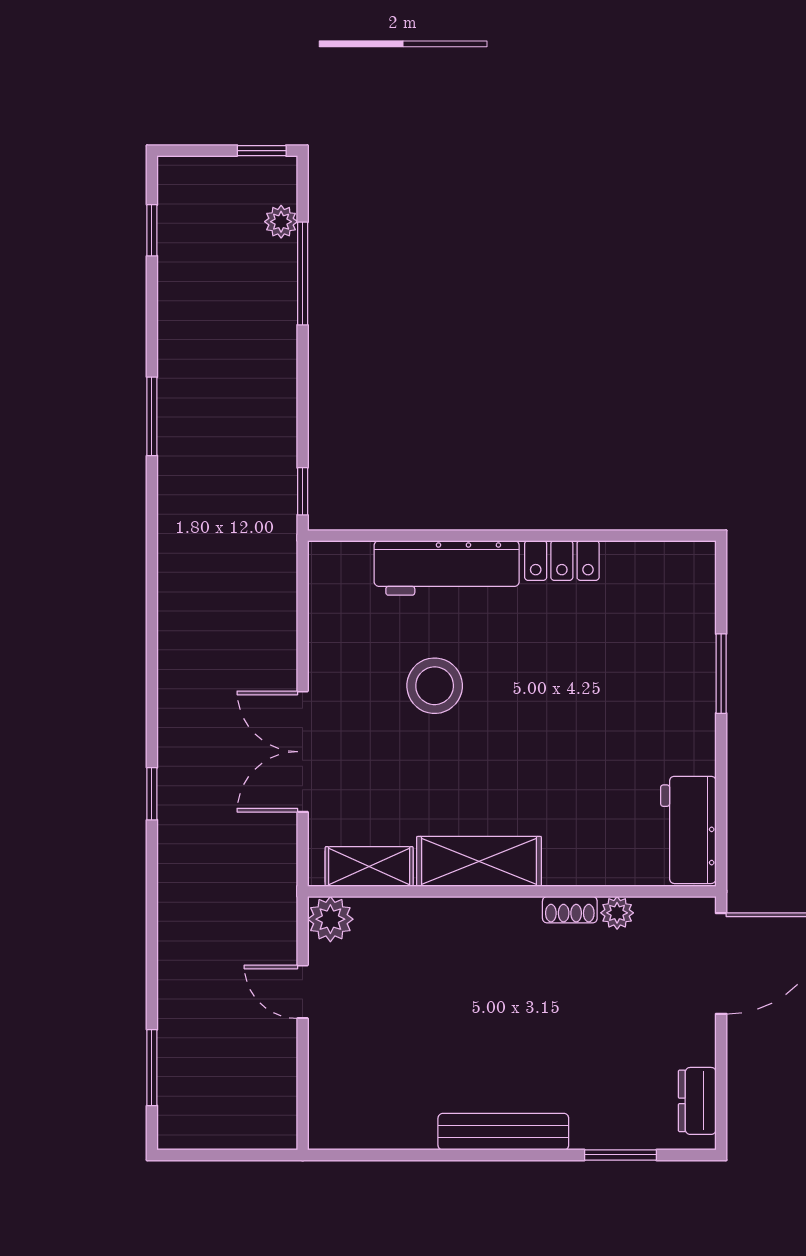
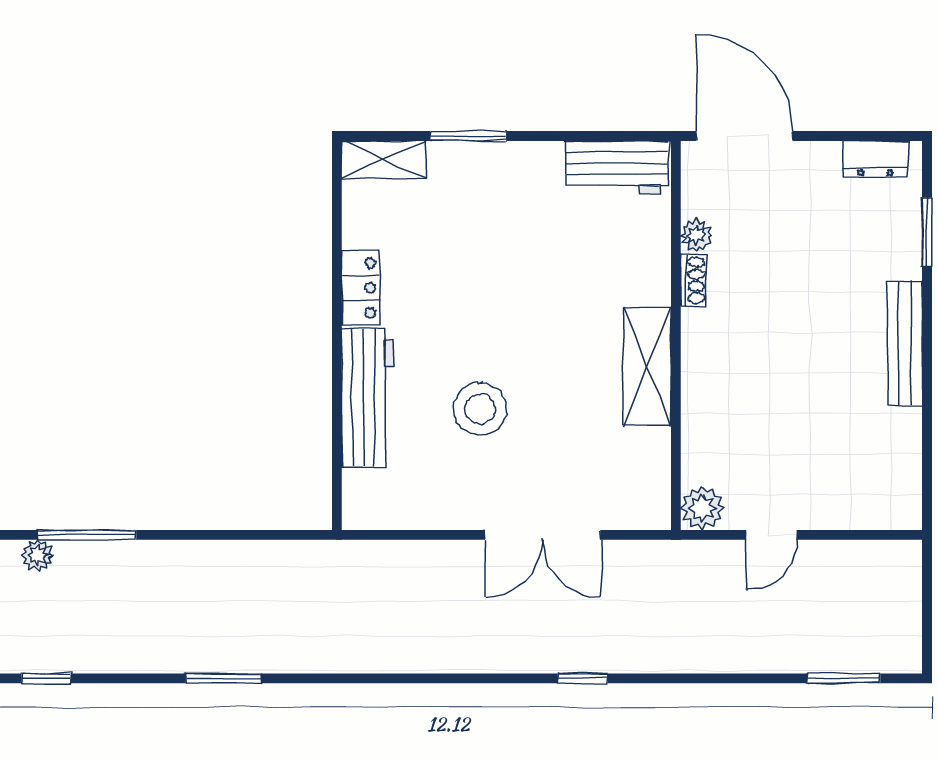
window: (303, 491) -> (295, 535), removed
shelving: (369, 867) -> (384, 160), moved, turned 90

